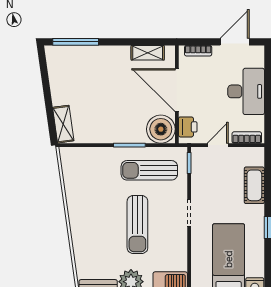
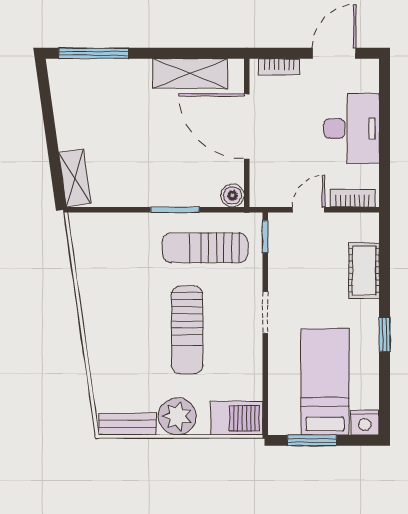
shelving: (148, 53) -> (190, 73), width x1.50, depth x1.33
printer: (188, 127) -> (263, 182), removed
boiler: (161, 129) -> (232, 195), width x0.54, depth x0.54

